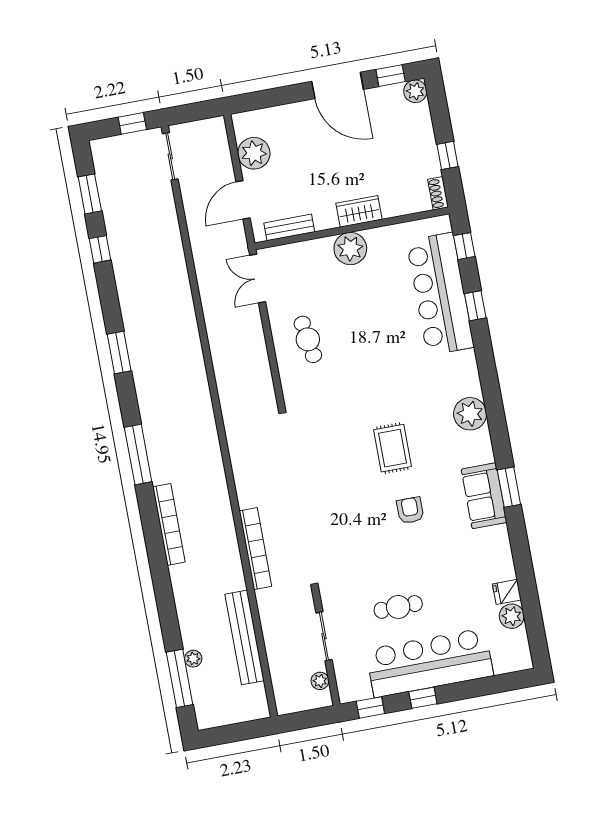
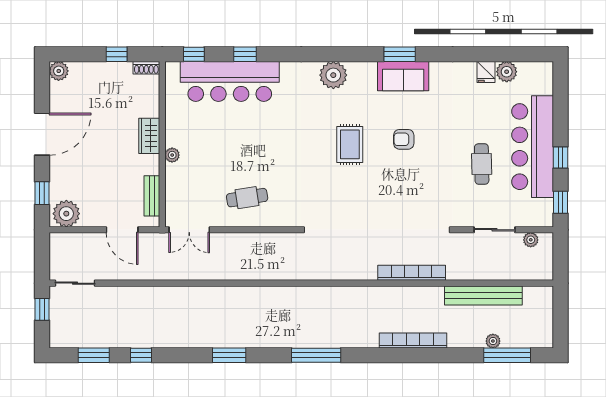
window: (391, 76) -> (42, 193), moved
plant: (254, 153) -> (66, 214), moved
plant: (350, 249) -> (172, 155), width x0.53, depth x0.53
rug: (392, 448) -> (350, 144), turned 90
bookcase: (169, 524) -> (413, 341), moved

